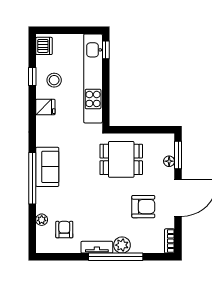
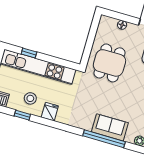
window: (106, 50) -> (29, 53), moved
window: (178, 155) -> (119, 16), removed
sofa: (47, 167) -> (110, 127), moved

